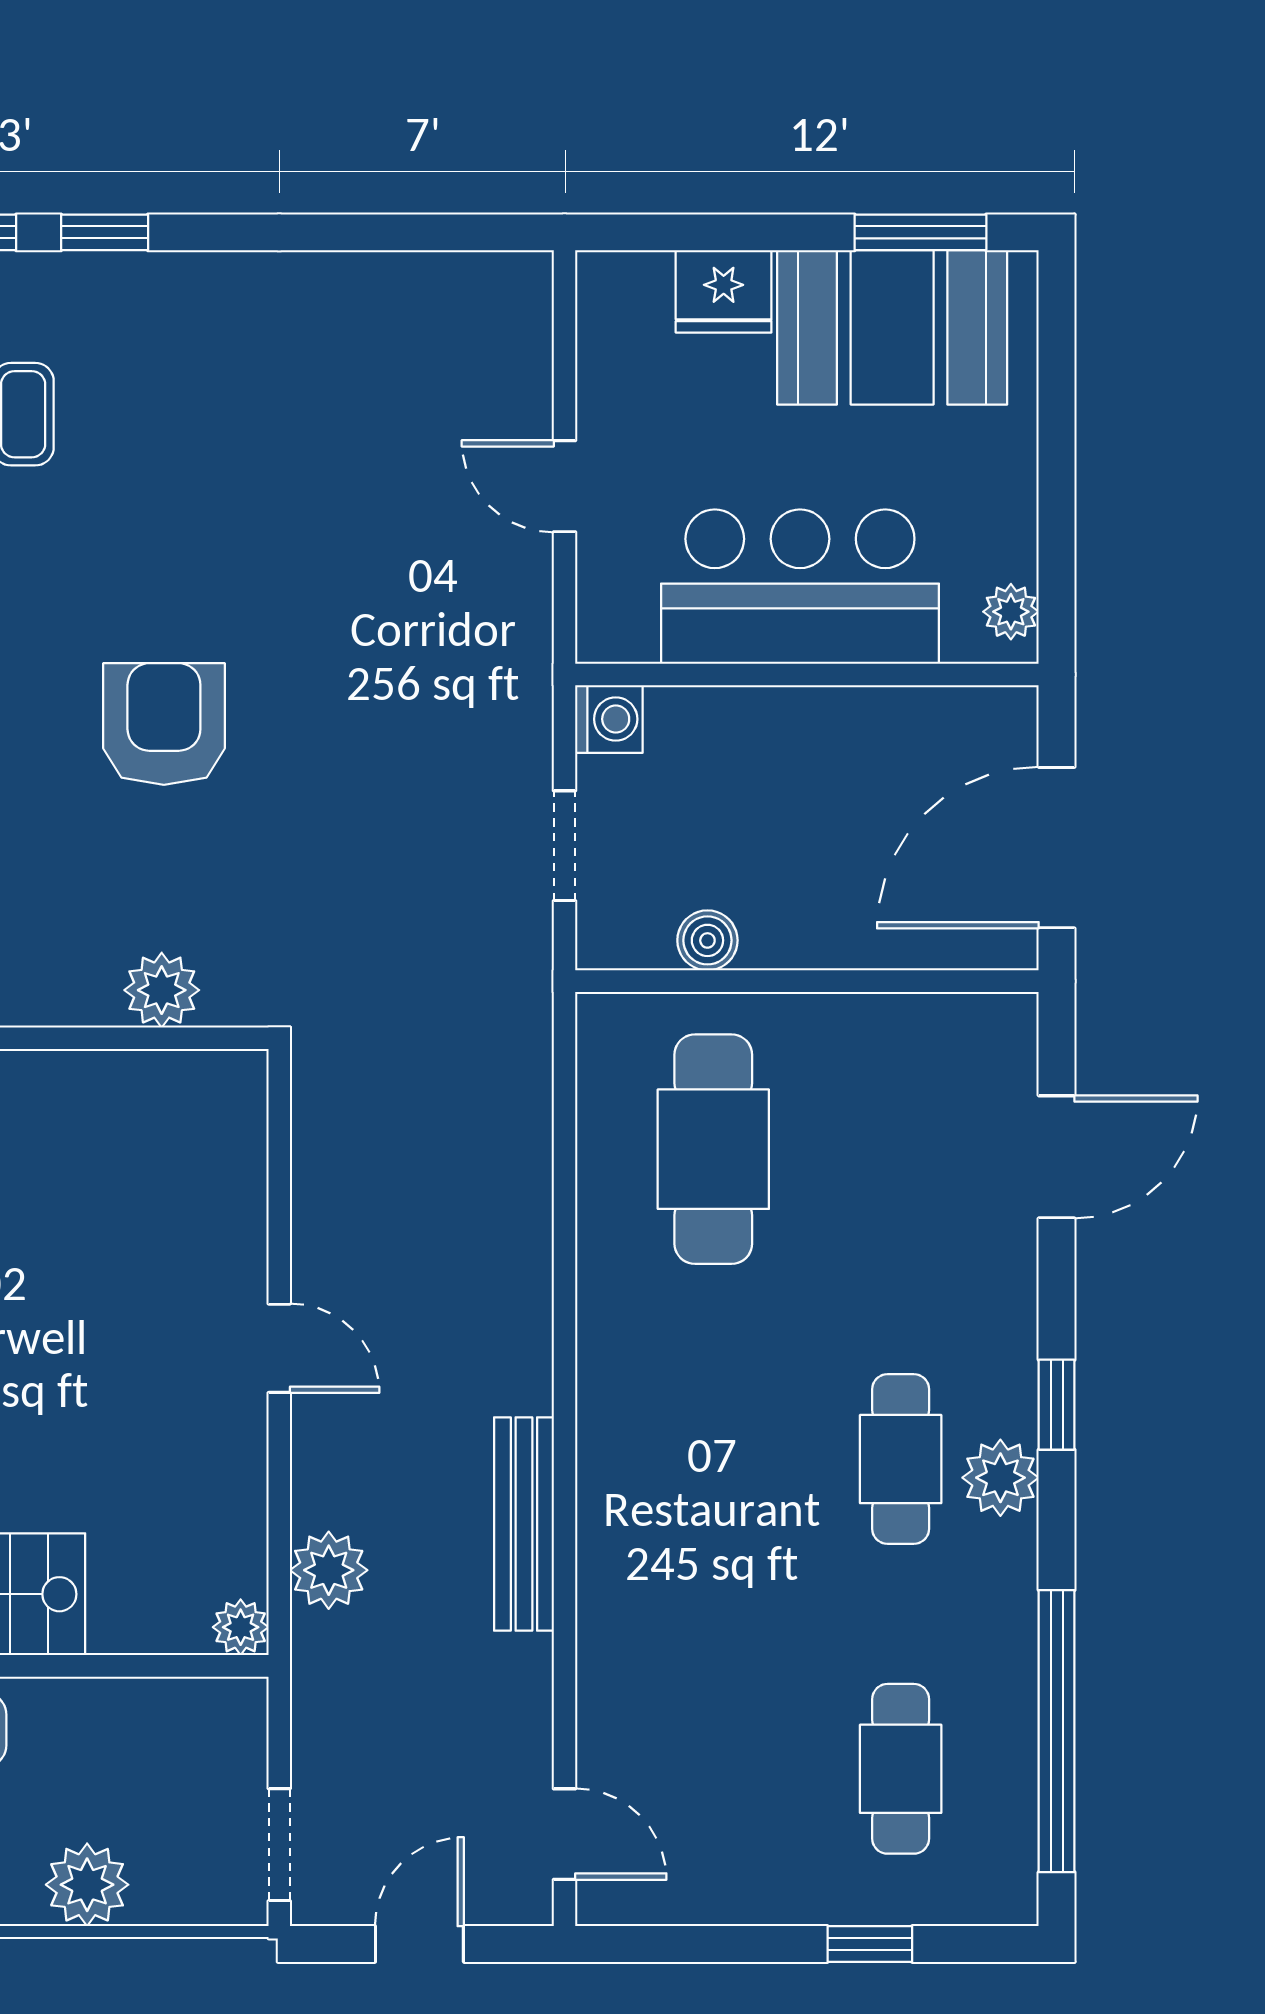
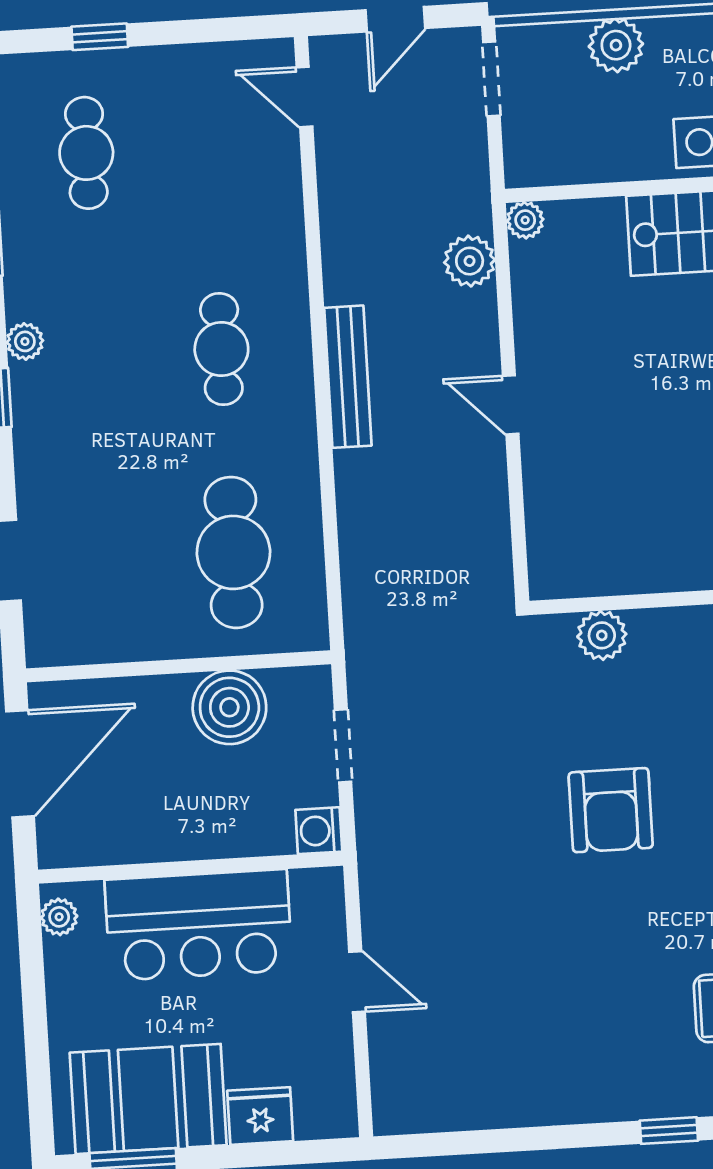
boiler: (707, 940) -> (229, 707), width x1.86, depth x1.86
cafe table: (901, 1459) -> (221, 349), moved
plant: (1000, 1478) -> (25, 341), width x0.73, depth x0.73
bench: (524, 1524) -> (348, 377), moved

